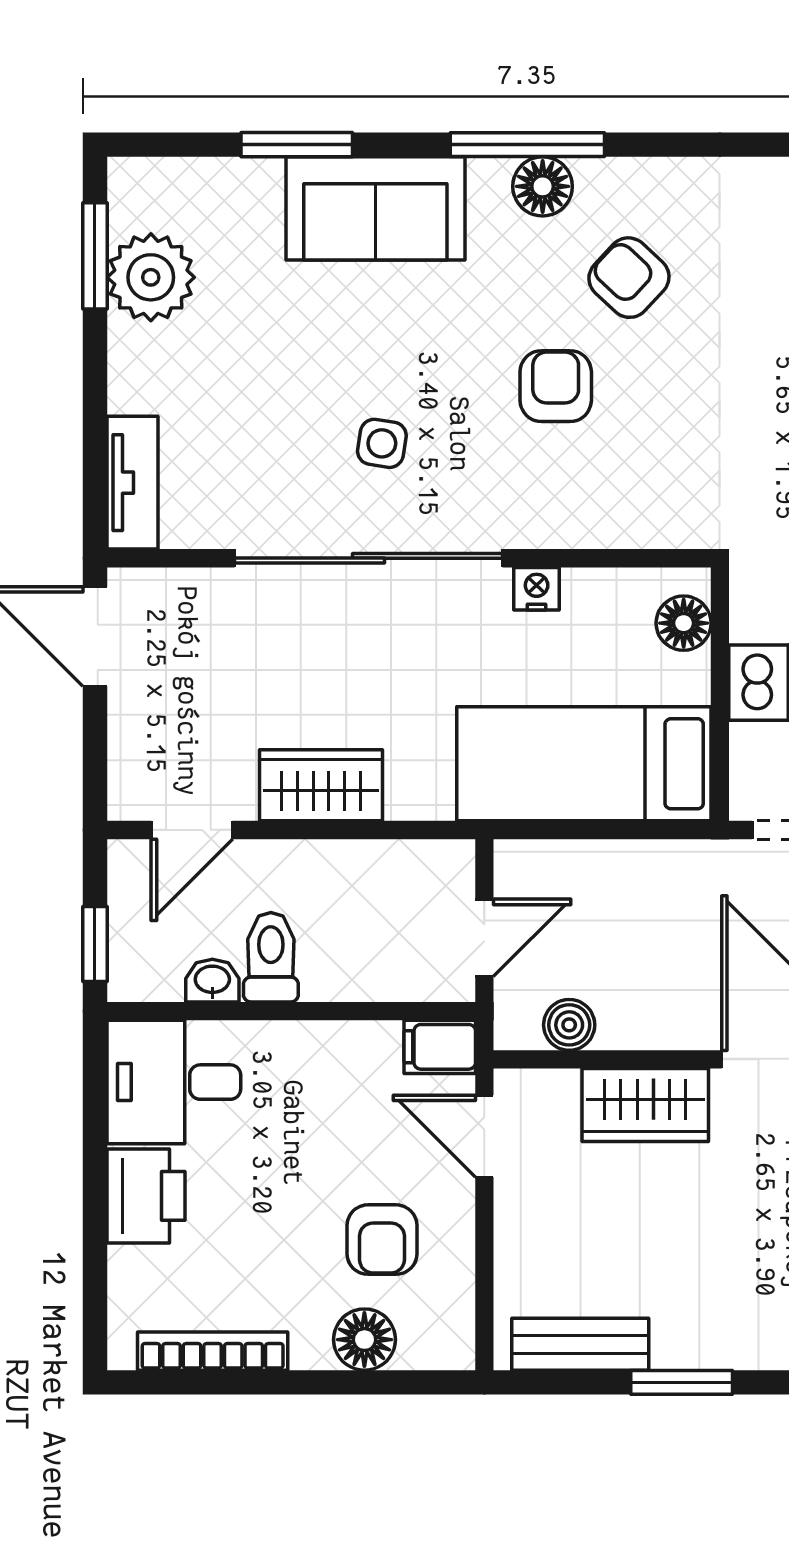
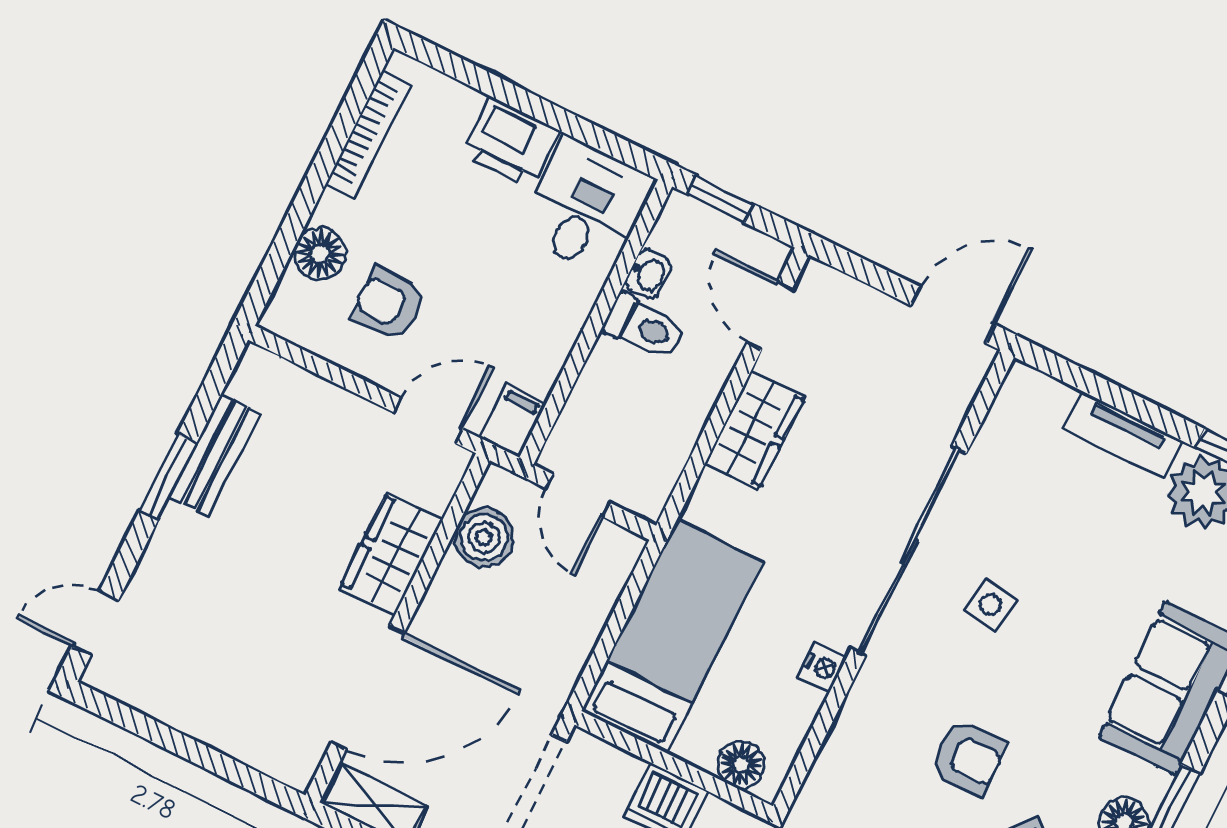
tv unit: (132, 483) -> (1123, 435), moved
boiler: (569, 1025) -> (484, 537), width x1.36, depth x1.36
bench: (580, 1344) -> (215, 455), moved

